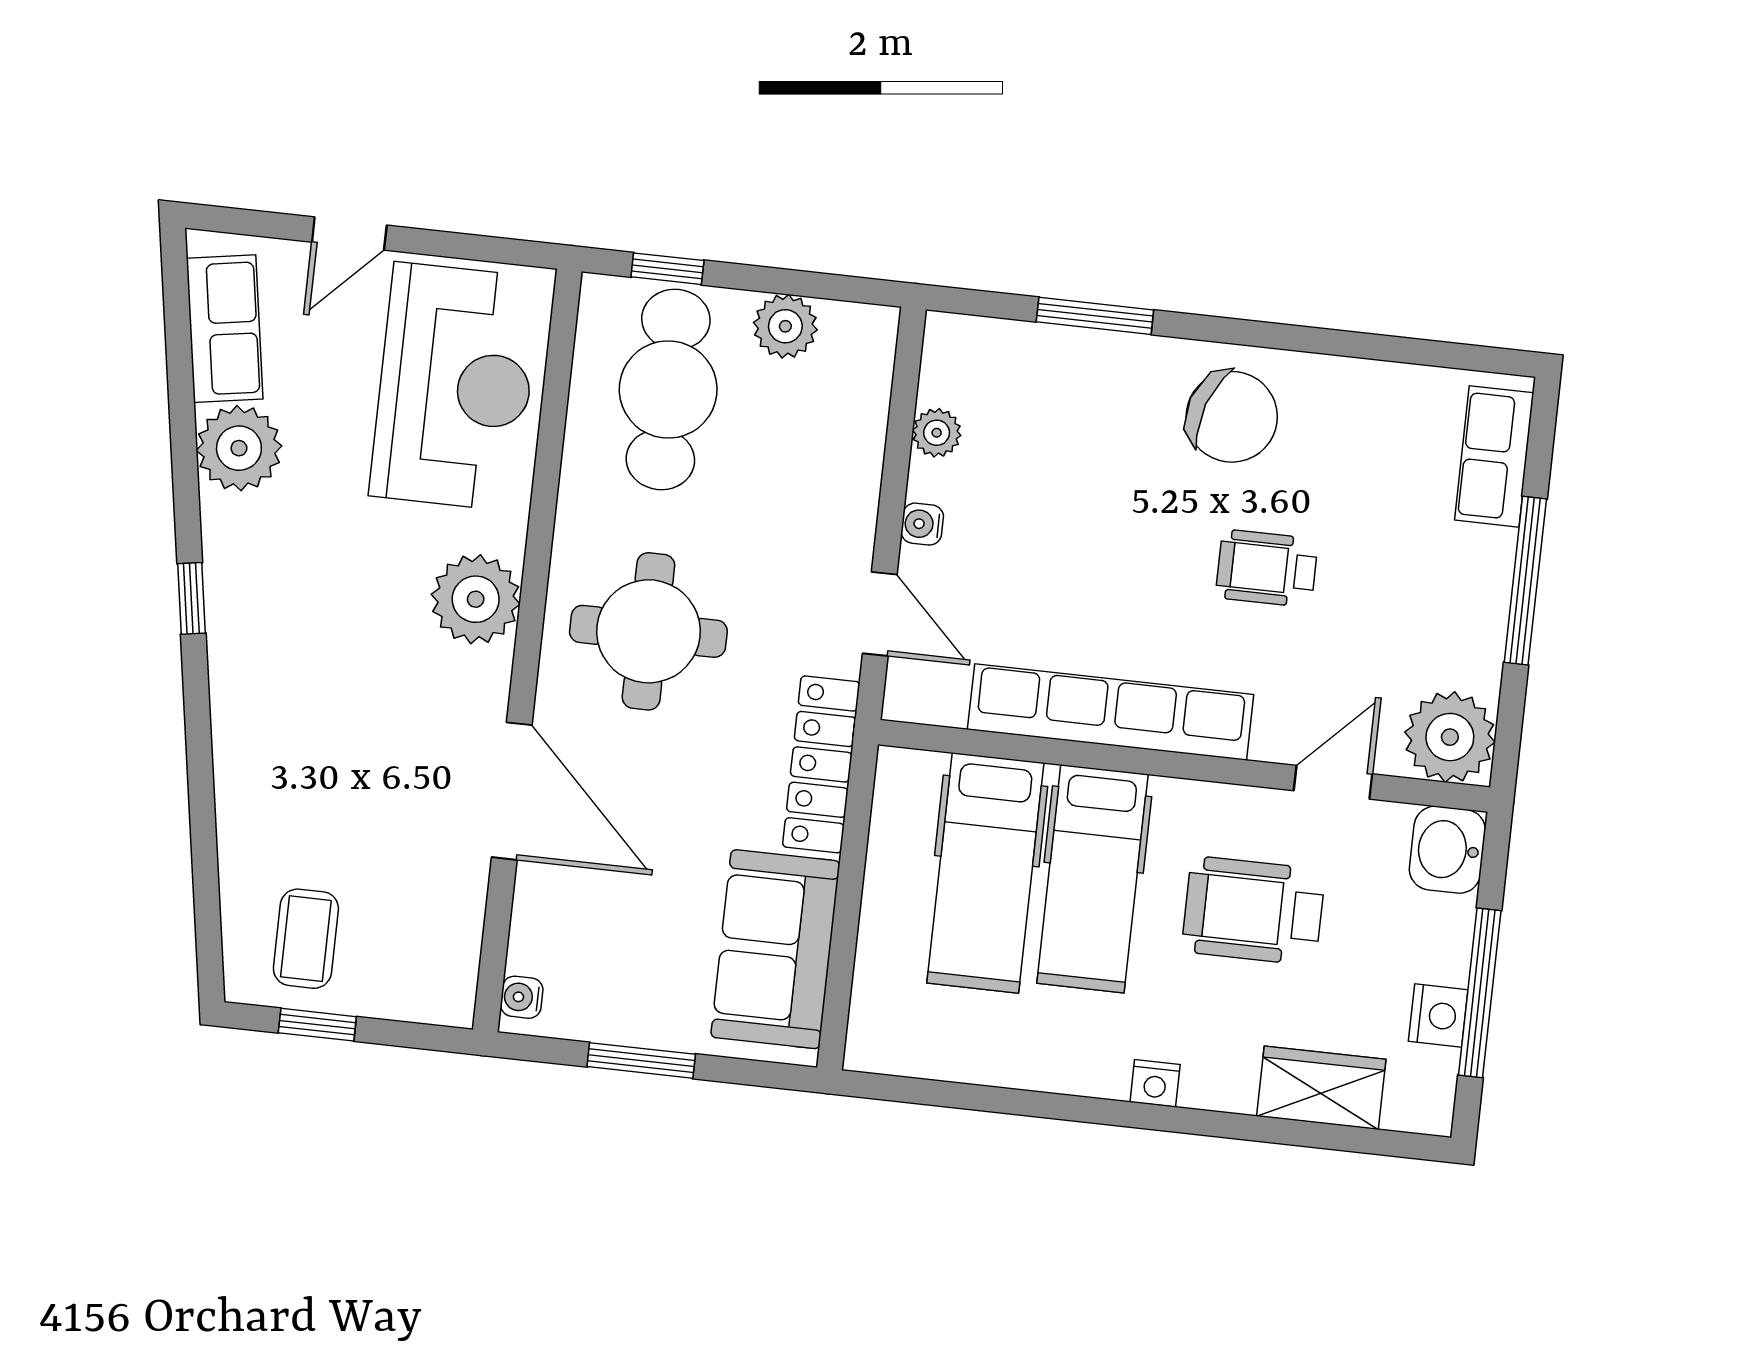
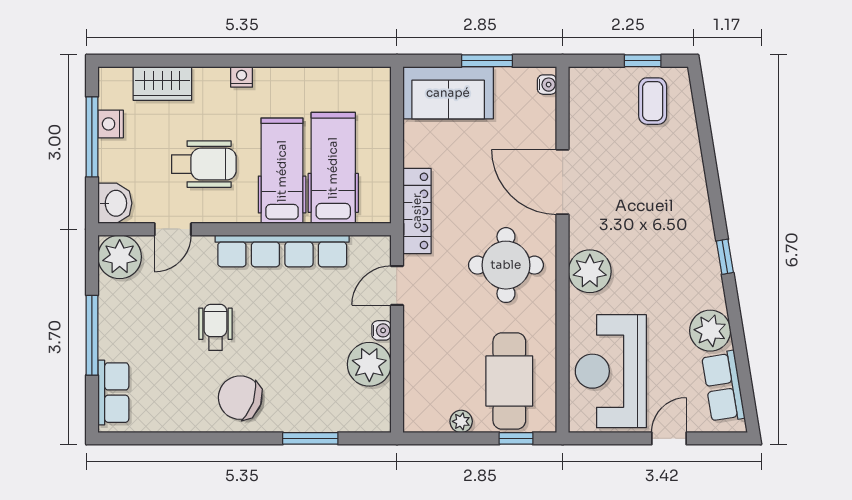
plant: (785, 326) -> (461, 421), width x0.73, depth x0.73
plant: (937, 433) -> (369, 364), width x1.88, depth x1.88
wheelchair: (1267, 568) -> (215, 327), turned -90
door: (880, 614) -> (397, 286), hinge flipped
sofa: (775, 949) -> (448, 93), moved, turned 90

